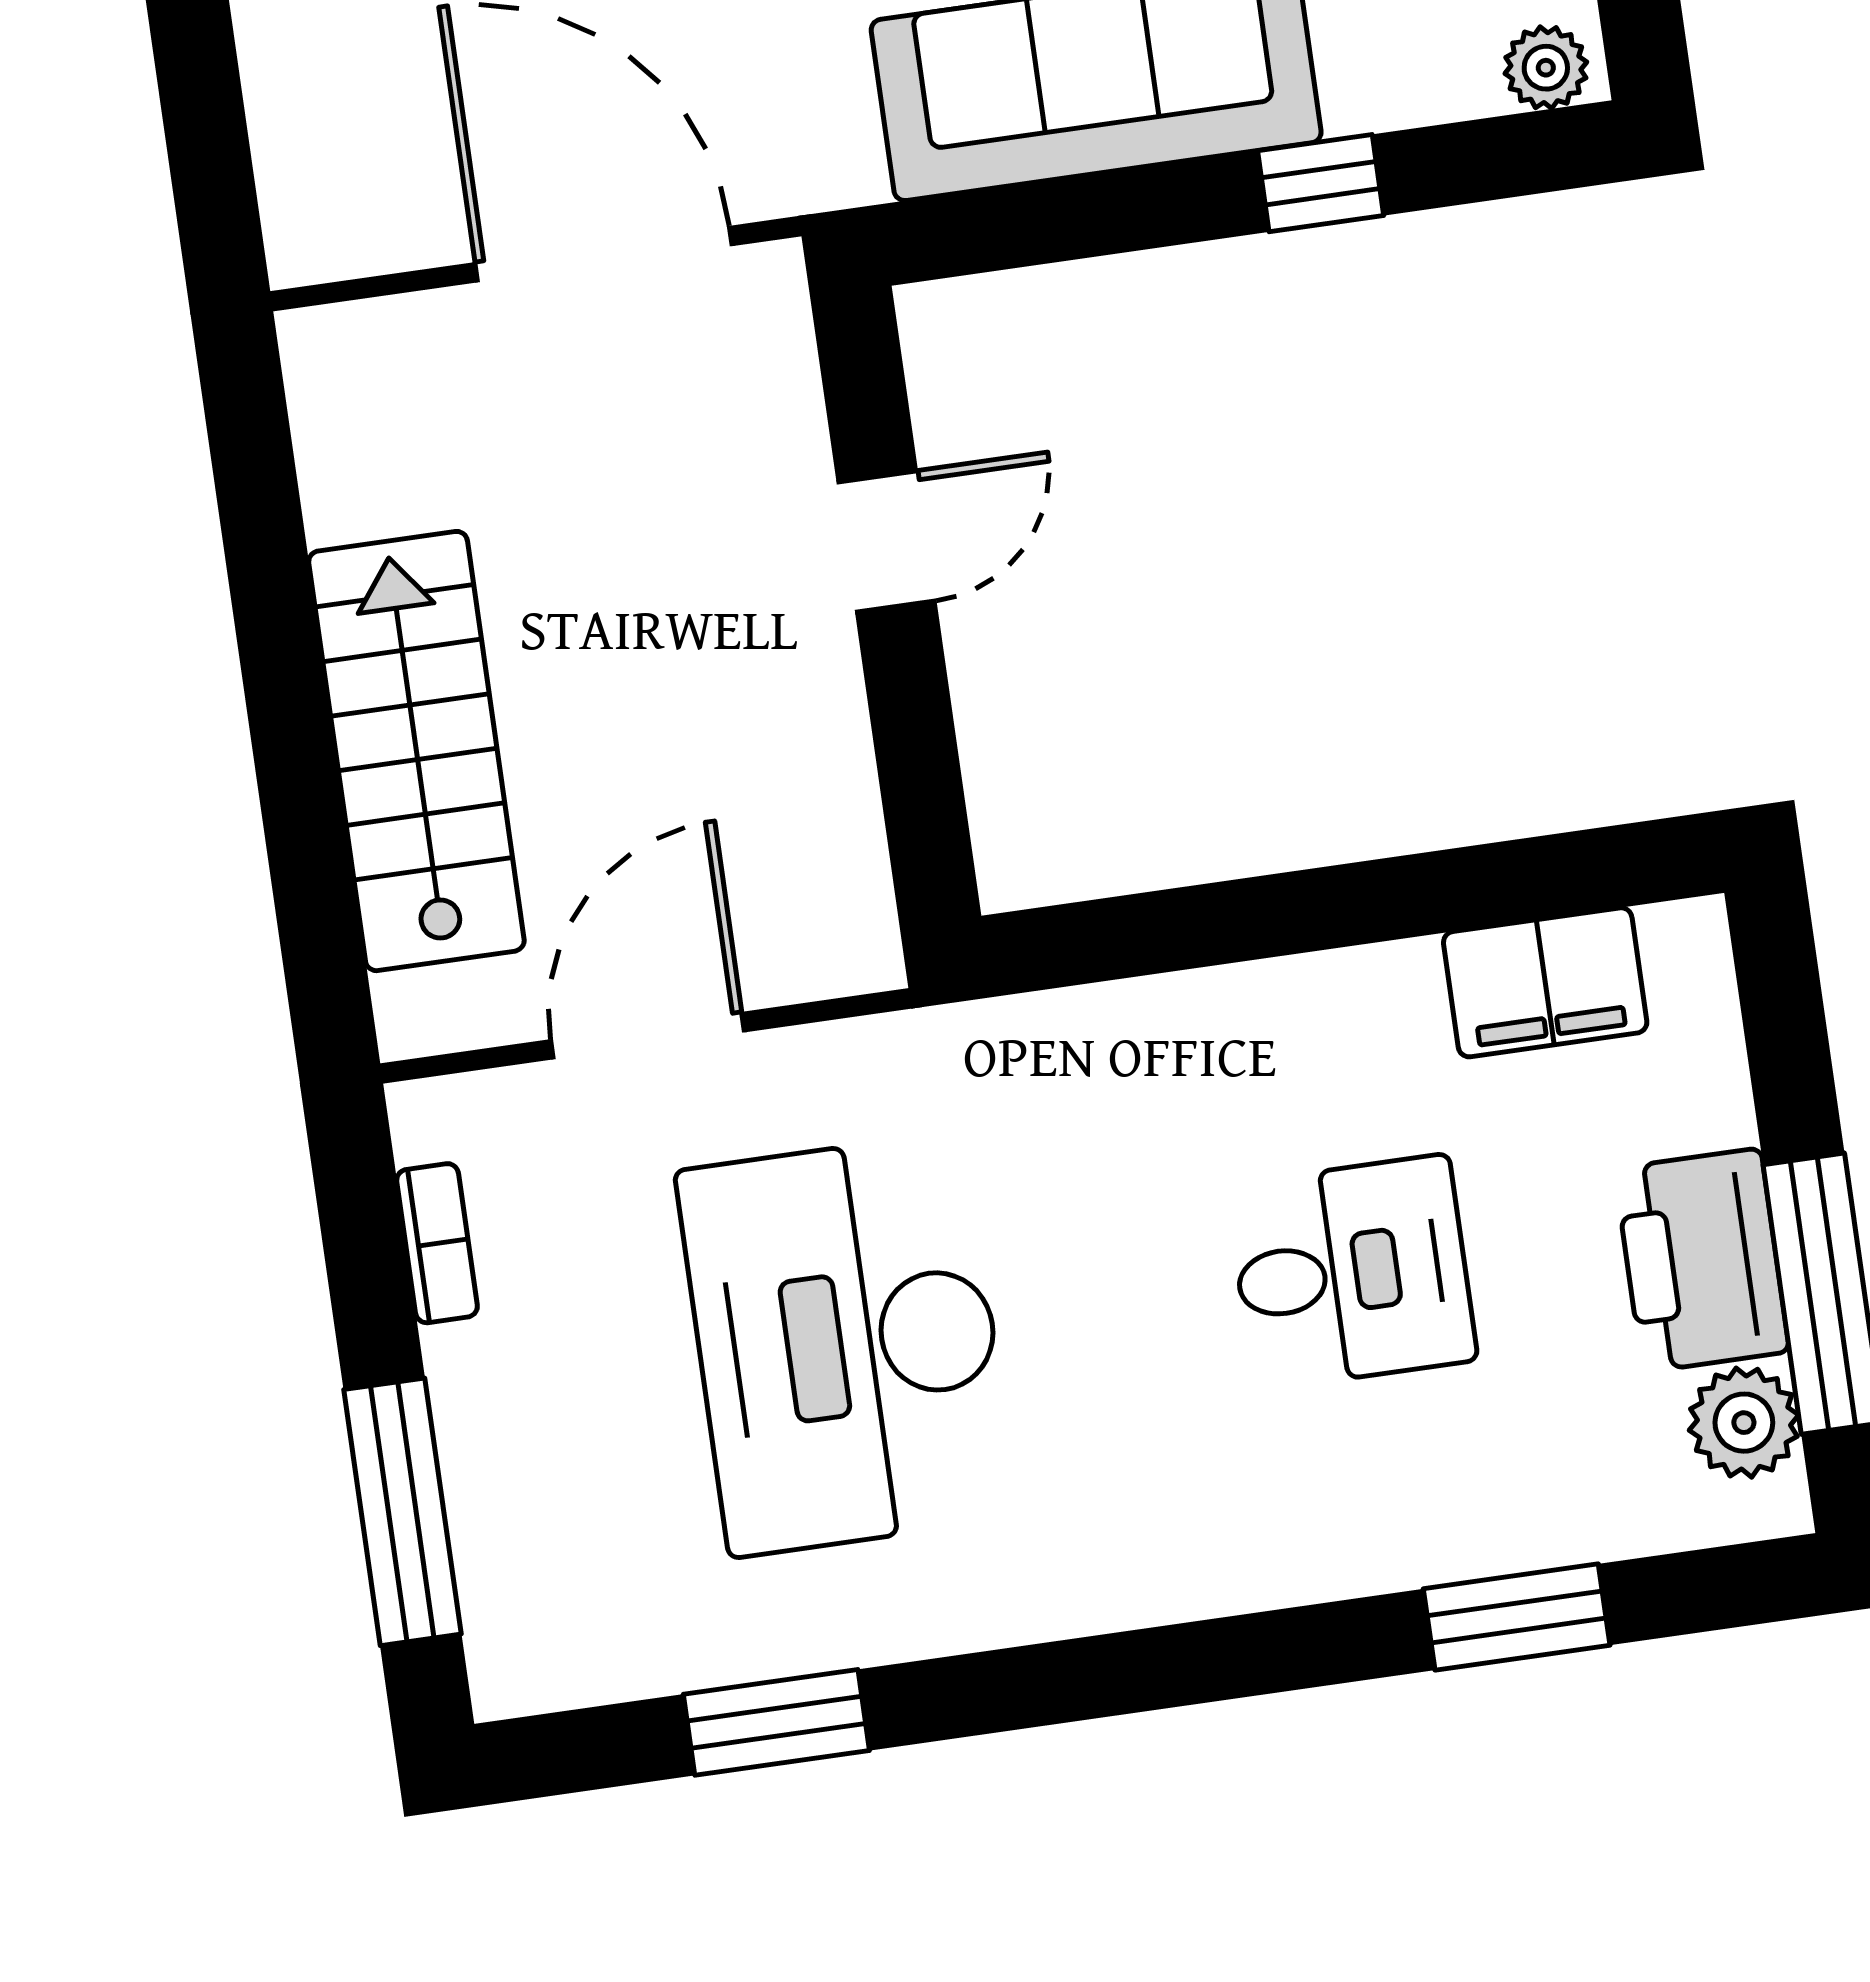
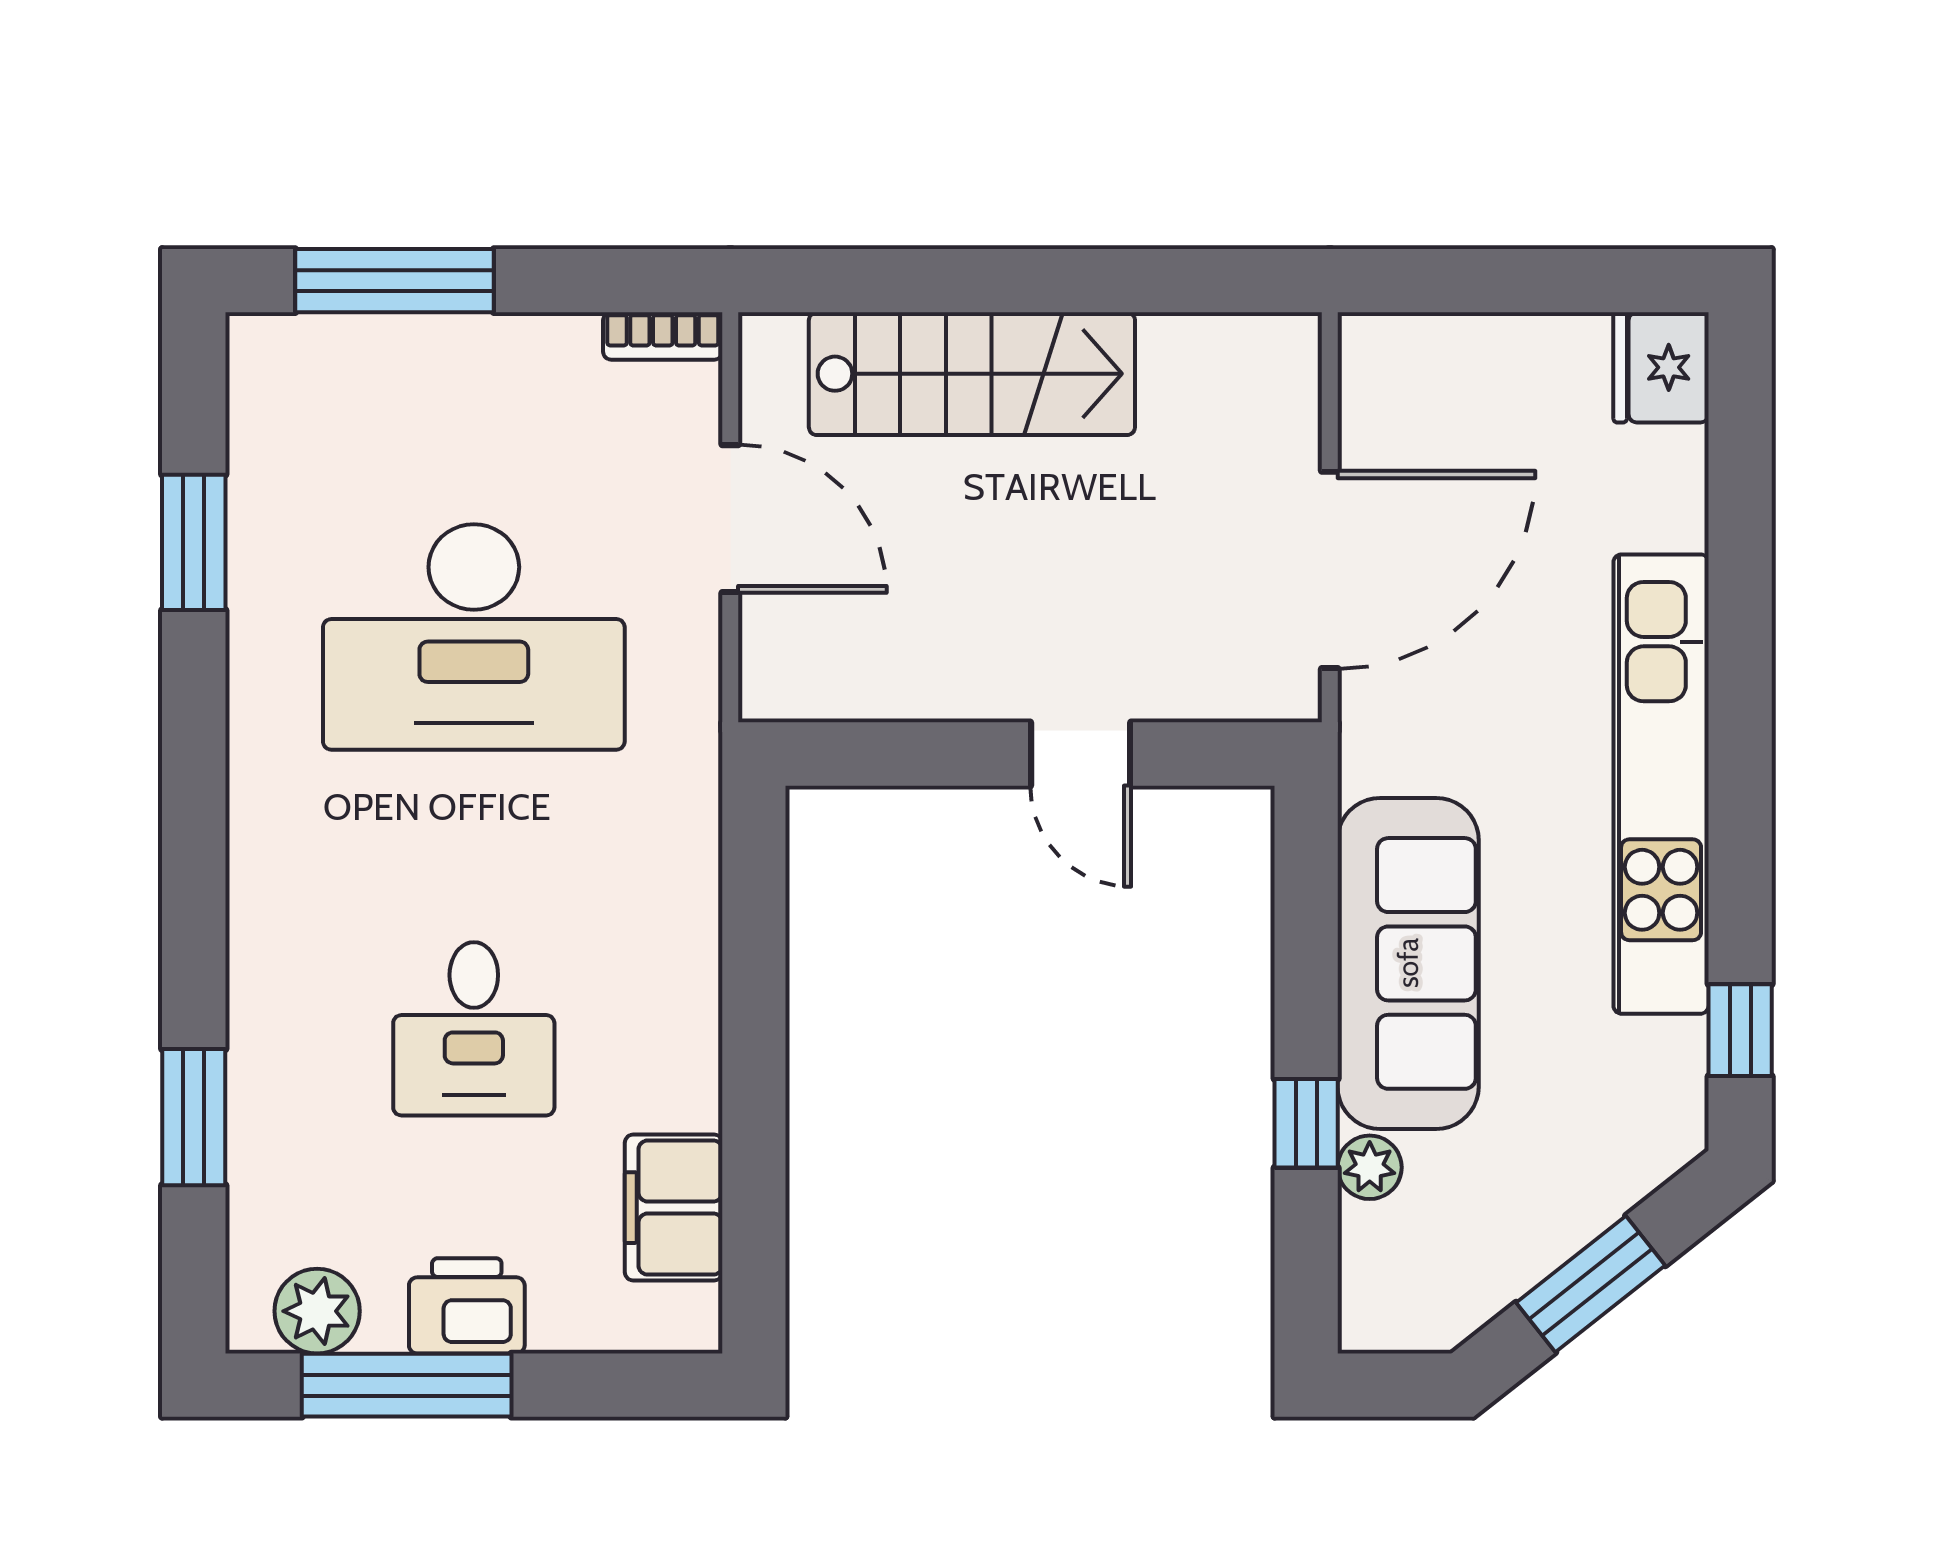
plant: (1546, 68) -> (1370, 1167), moved
bookcase: (437, 1243) -> (663, 336), moved
printer: (1702, 1260) -> (467, 1306), width x0.73, depth x0.84
desk: (847, 1344) -> (474, 637), turned 180

